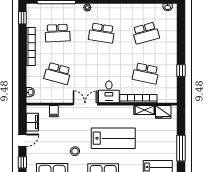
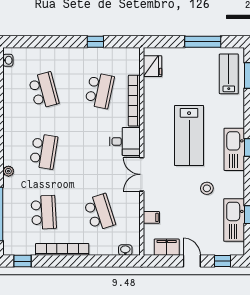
school desk: (58, 73) -> (99, 212), turned -33
shelving: (145, 110) -> (150, 92), removed
lab bench: (113, 138) -> (189, 136), turned 180

